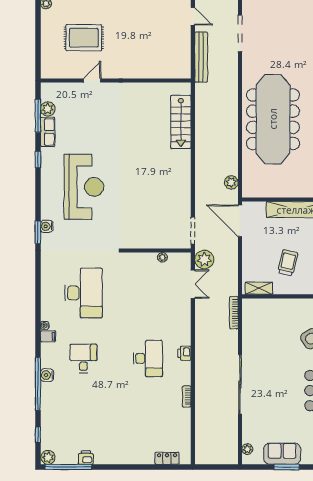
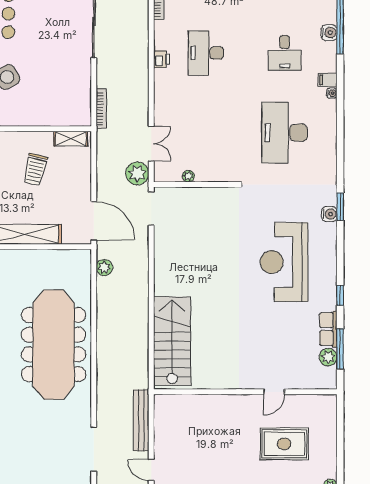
stairs: (181, 122) -> (172, 341), width x1.36, depth x1.51
double door: (193, 284) -> (151, 144), swing flipped

